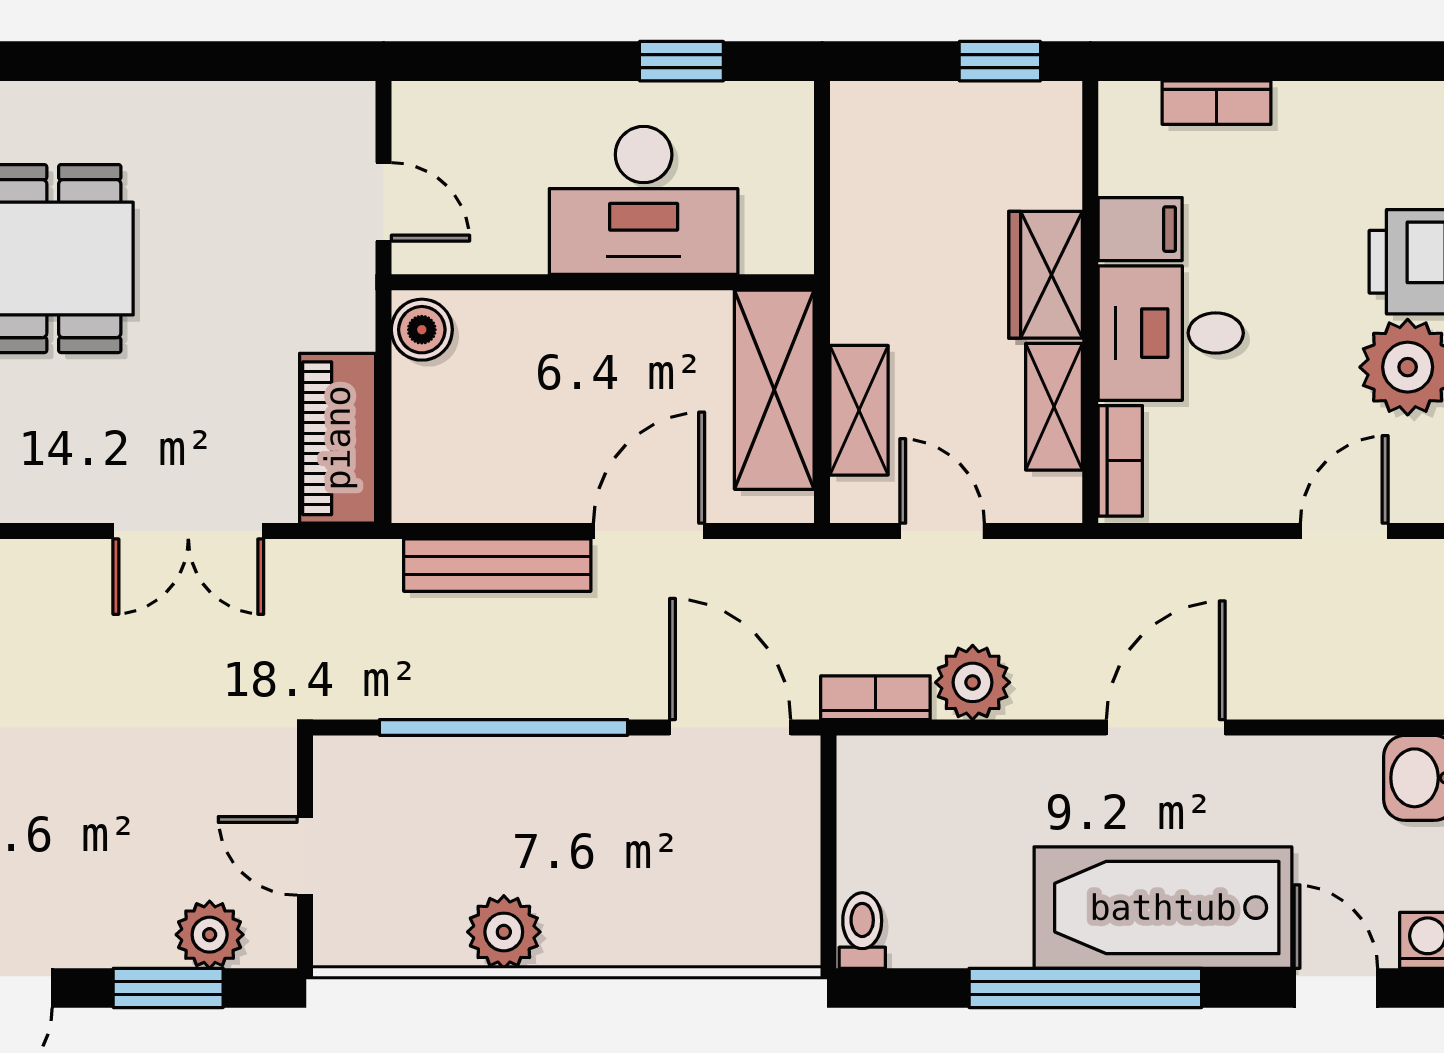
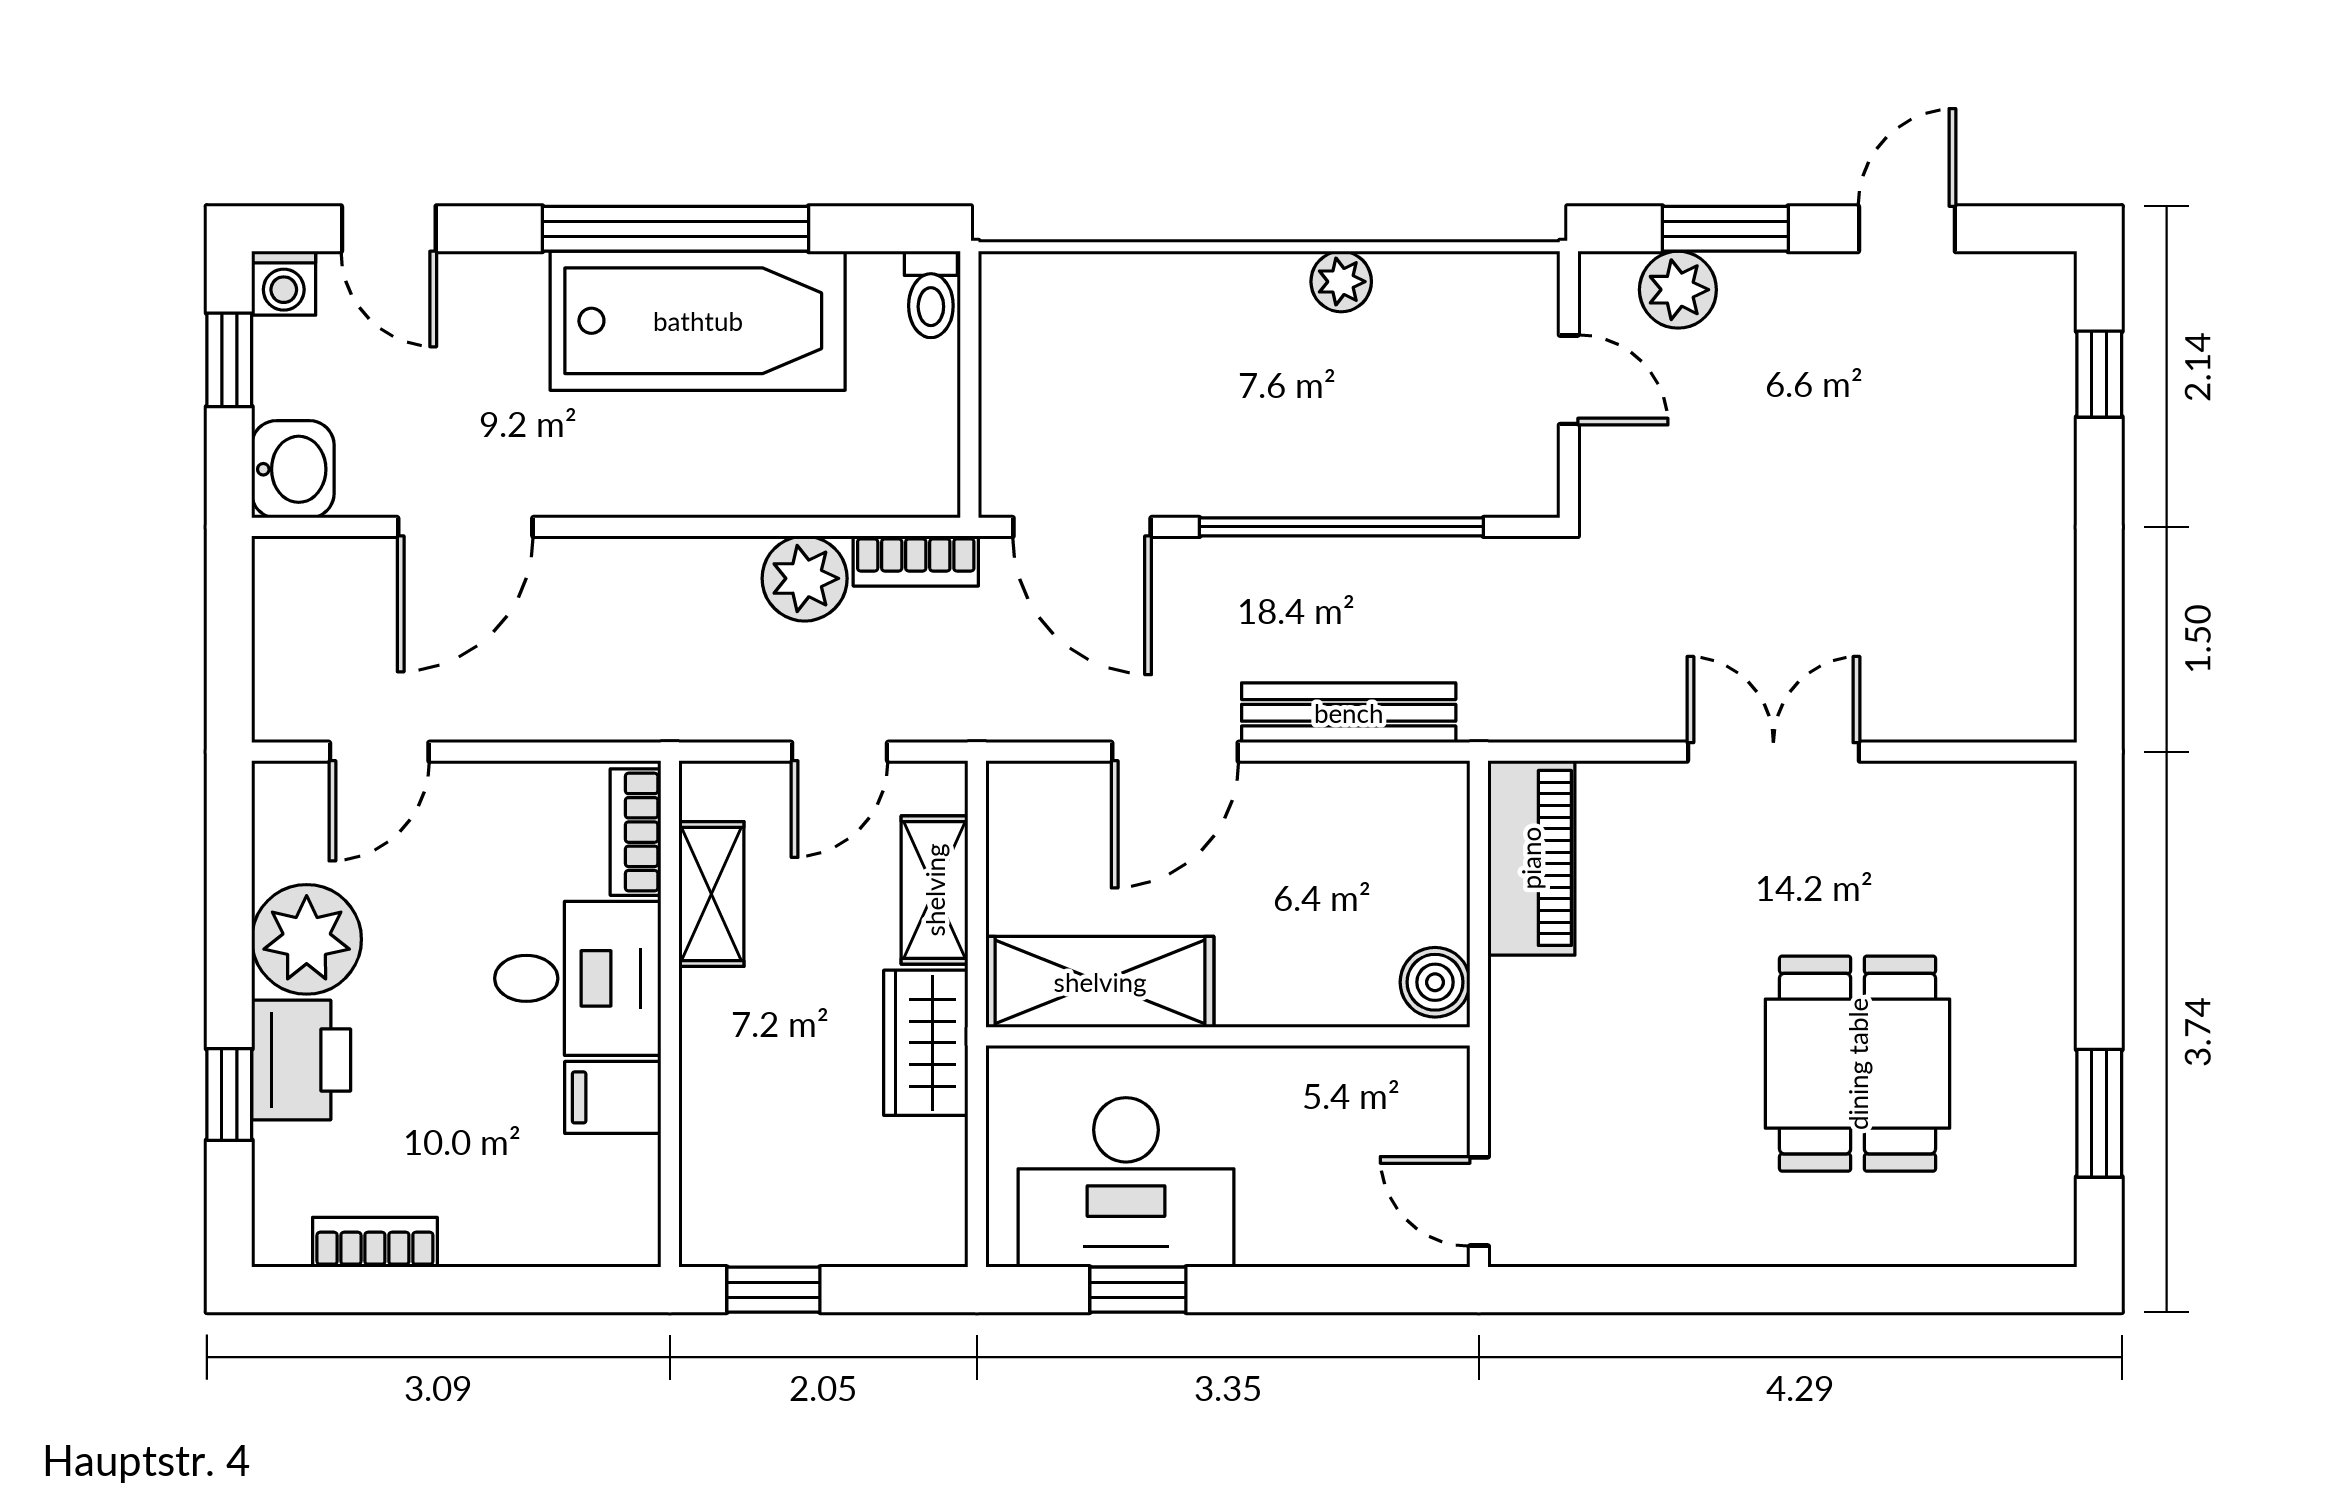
bookcase: (1217, 103) -> (375, 1242), moved
desk: (644, 200) -> (1126, 1182), moved, turned 180
door: (383, 202) -> (1479, 1201), moved
wardrobe: (1046, 275) -> (926, 1043), moved, turned 180
shelving: (774, 390) -> (1100, 982), moved, turned 90
double door: (188, 531) -> (1773, 752), moved
door: (942, 531) -> (840, 752), hinge flipped
door: (1166, 727) -> (465, 527), moved
bathtub: (1163, 908) -> (698, 321), moved
plant: (504, 932) -> (1341, 282), width x0.73, depth x0.73

